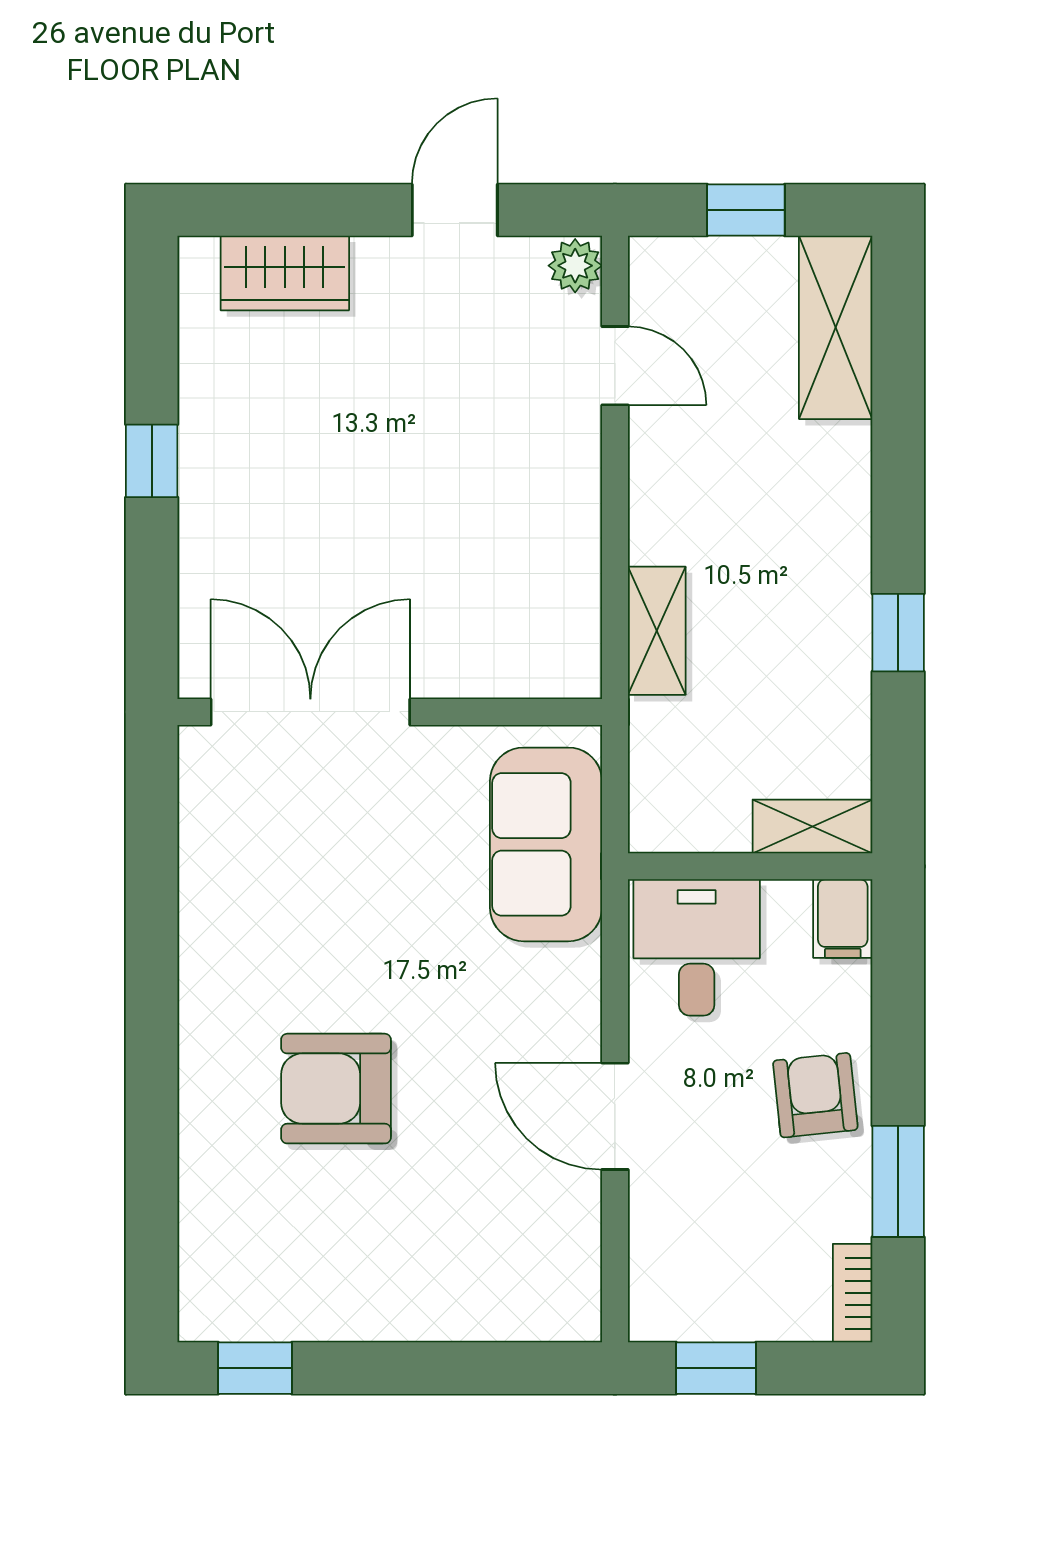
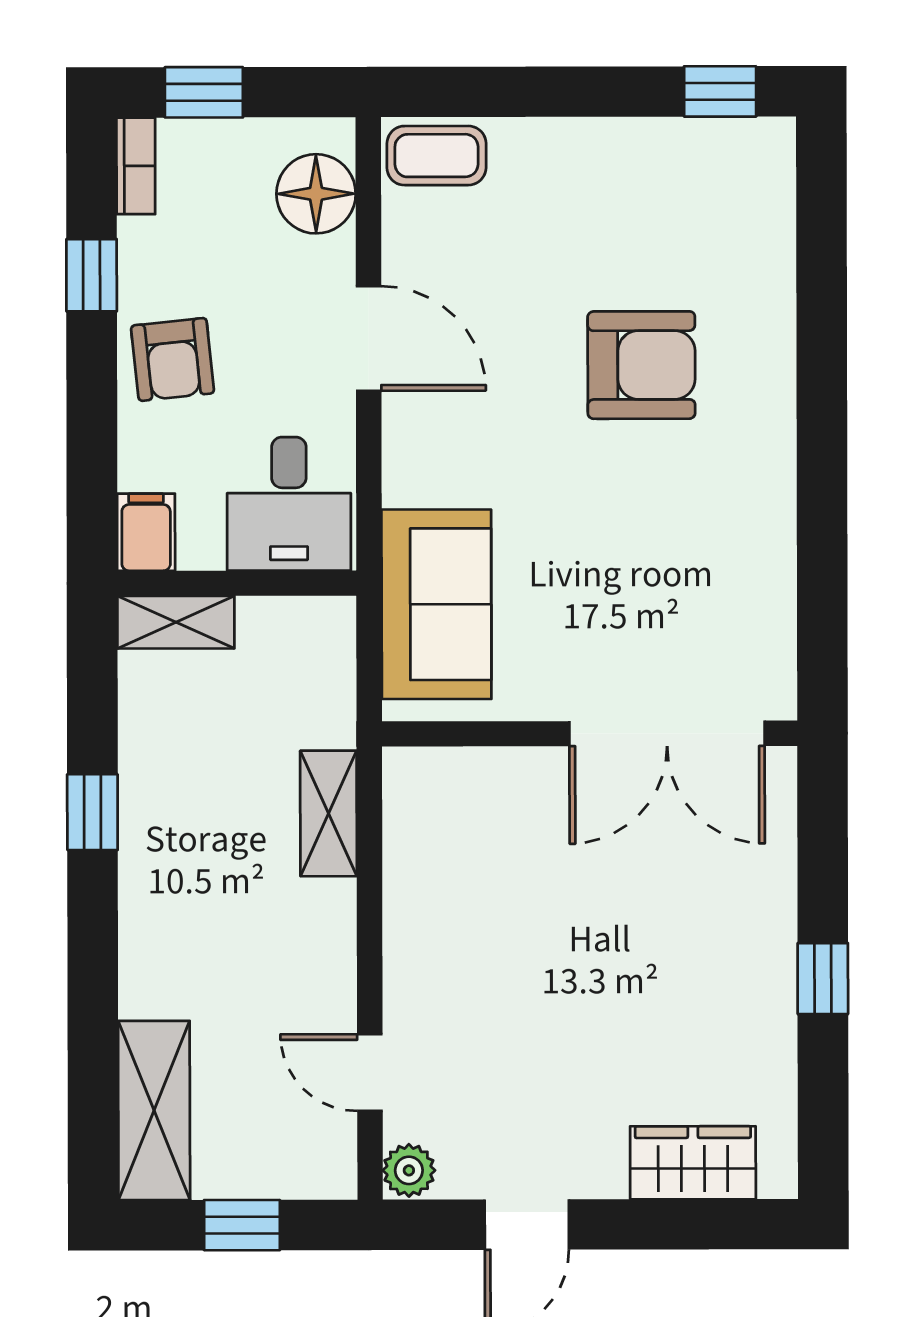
window: (898, 1181) -> (92, 275), width x0.67
floor lamp: (668, 1264) -> (316, 194), added
coffee table: (545, 1303) -> (436, 156), added
window: (716, 1368) -> (204, 92), moved

